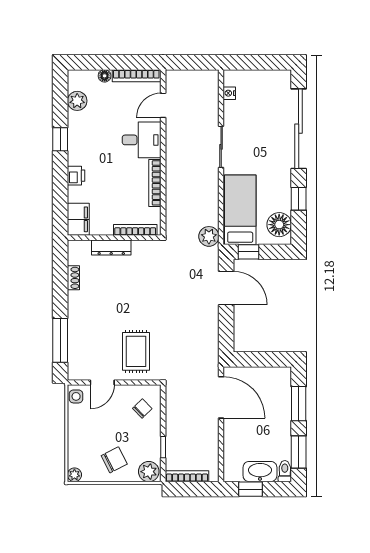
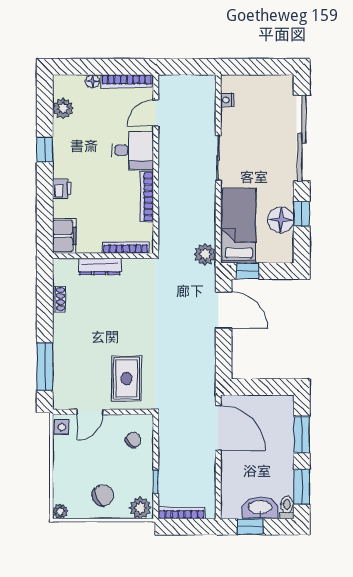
floor lamp: (279, 225) -> (281, 220), moved

